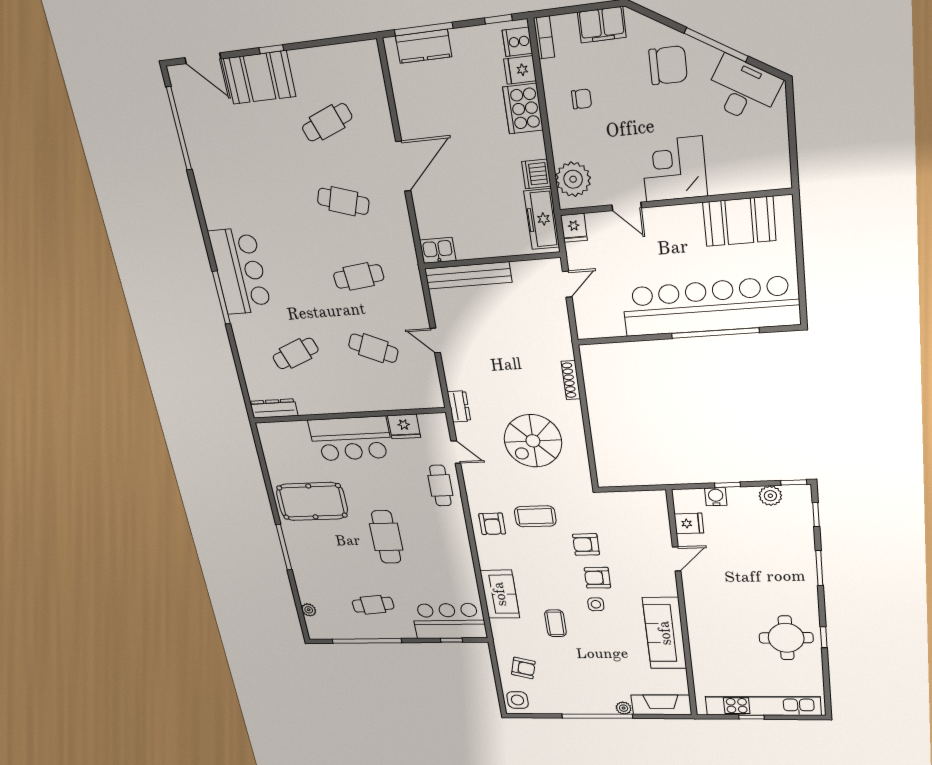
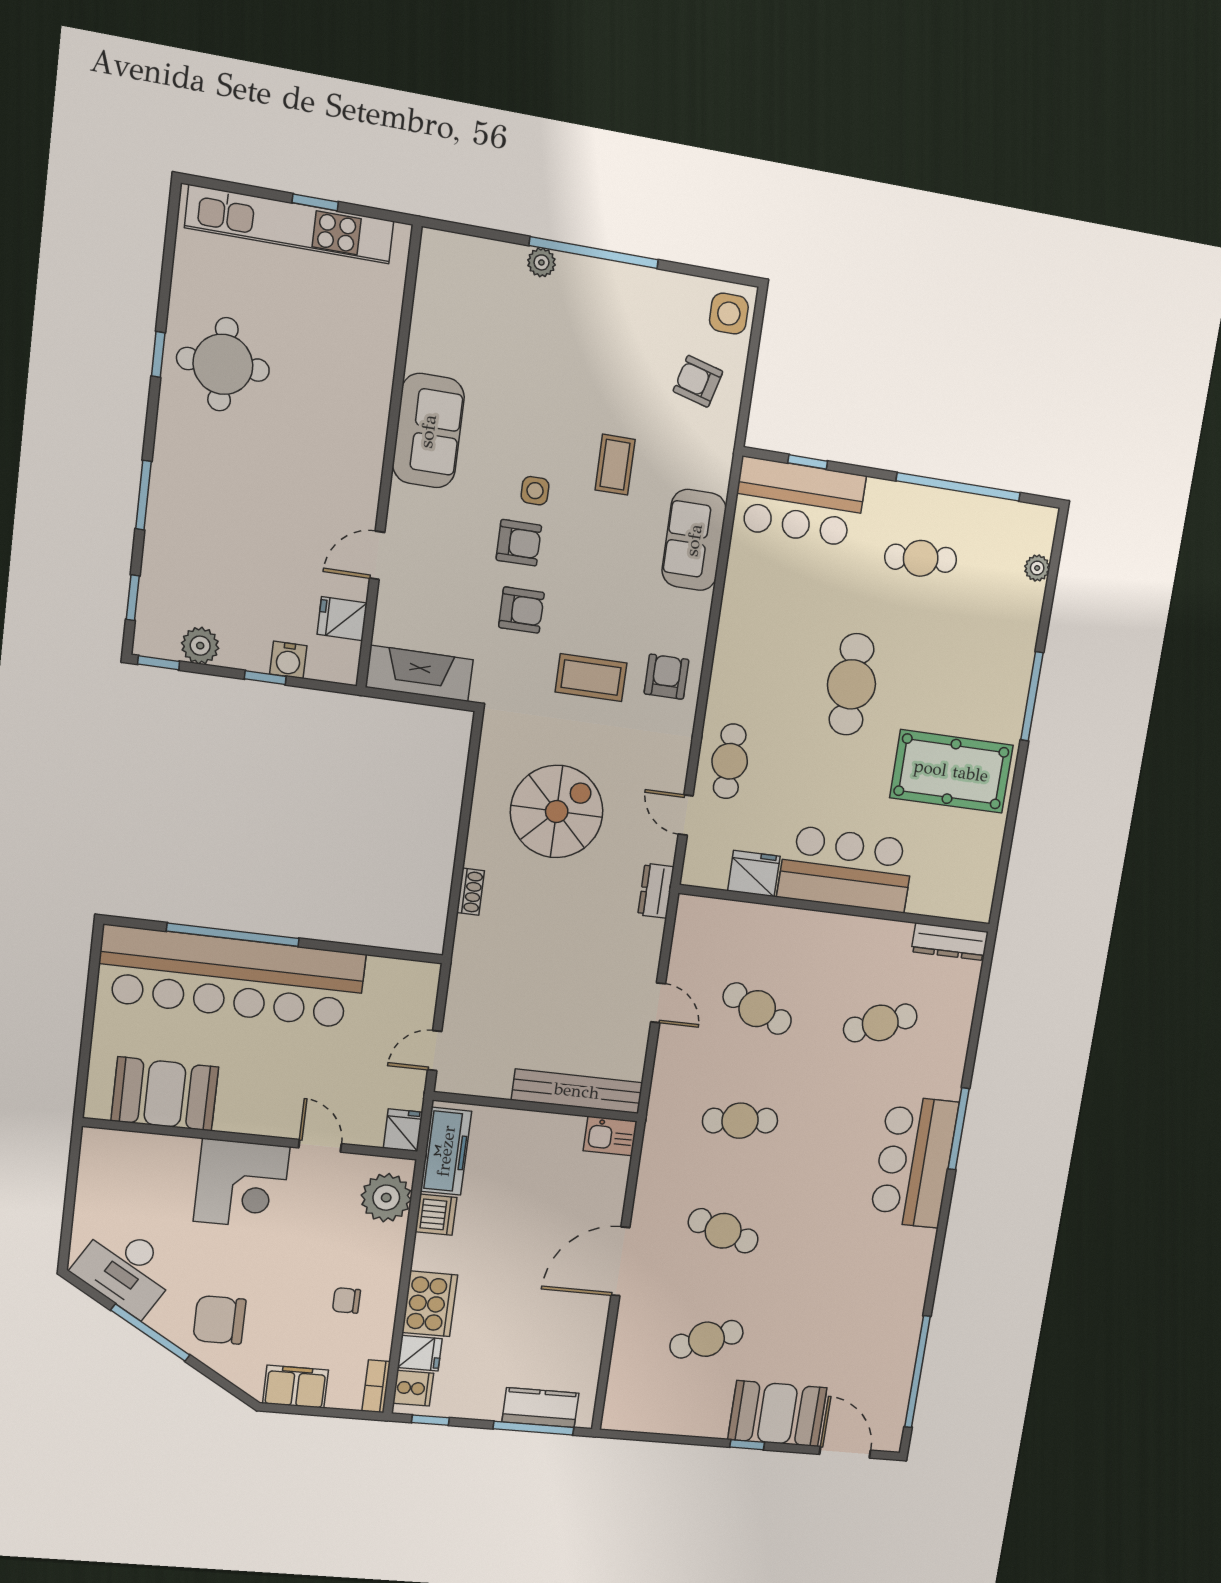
shoe rack: (571, 380) -> (471, 892), width x0.70
sofa: (665, 633) -> (428, 431), width x0.73
fireplace: (661, 705) -> (419, 673), moved, turned 180

